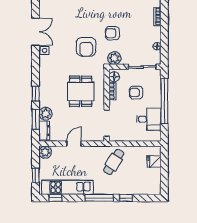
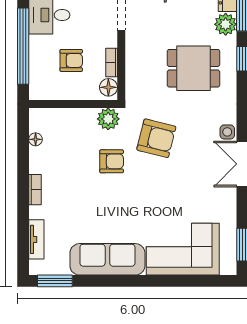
armchair: (86, 47) -> (156, 138), turned 104
sliding door: (142, 67) -> (61, 104), removed
dining table: (81, 91) -> (193, 68), moved, turned 90

